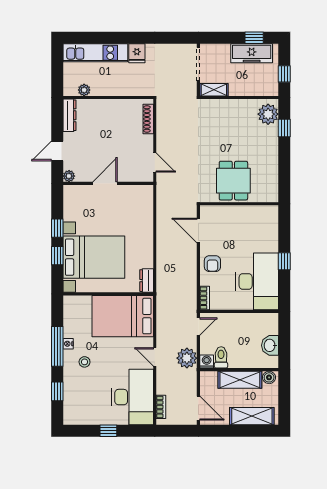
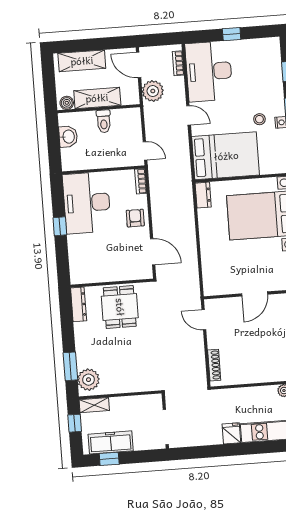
shelving: (214, 90) -> (94, 405), moved
window: (284, 128) -> (70, 366), width x1.50
dresser: (272, 186) -> (79, 304), added
door: (198, 327) -> (145, 151), swing flipped
toilet: (221, 357) -> (104, 121), moved
plant: (187, 358) -> (153, 91), moved
washing machine: (207, 361) -> (134, 115), removed
stool: (85, 362) -> (259, 119), moved

